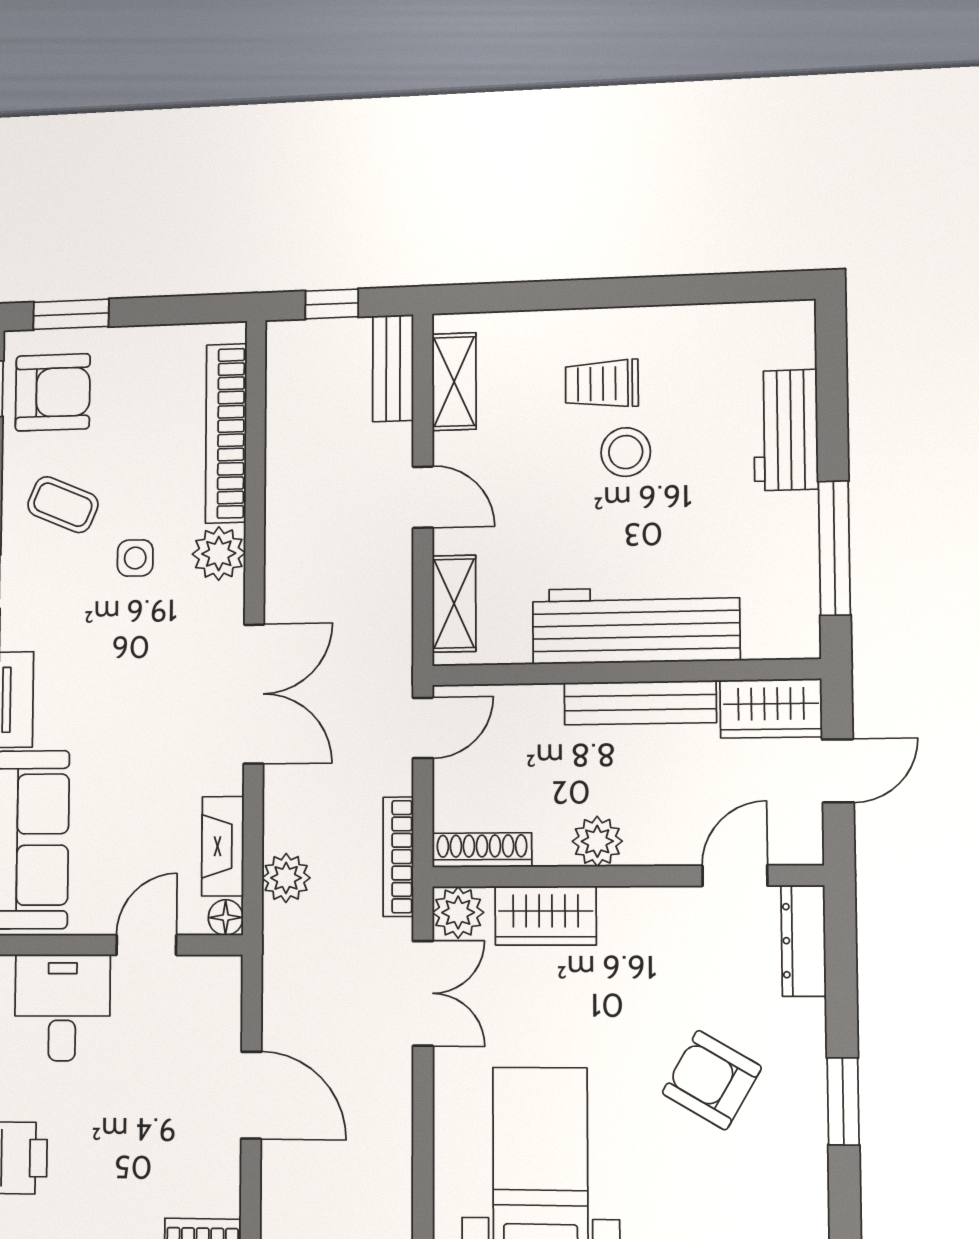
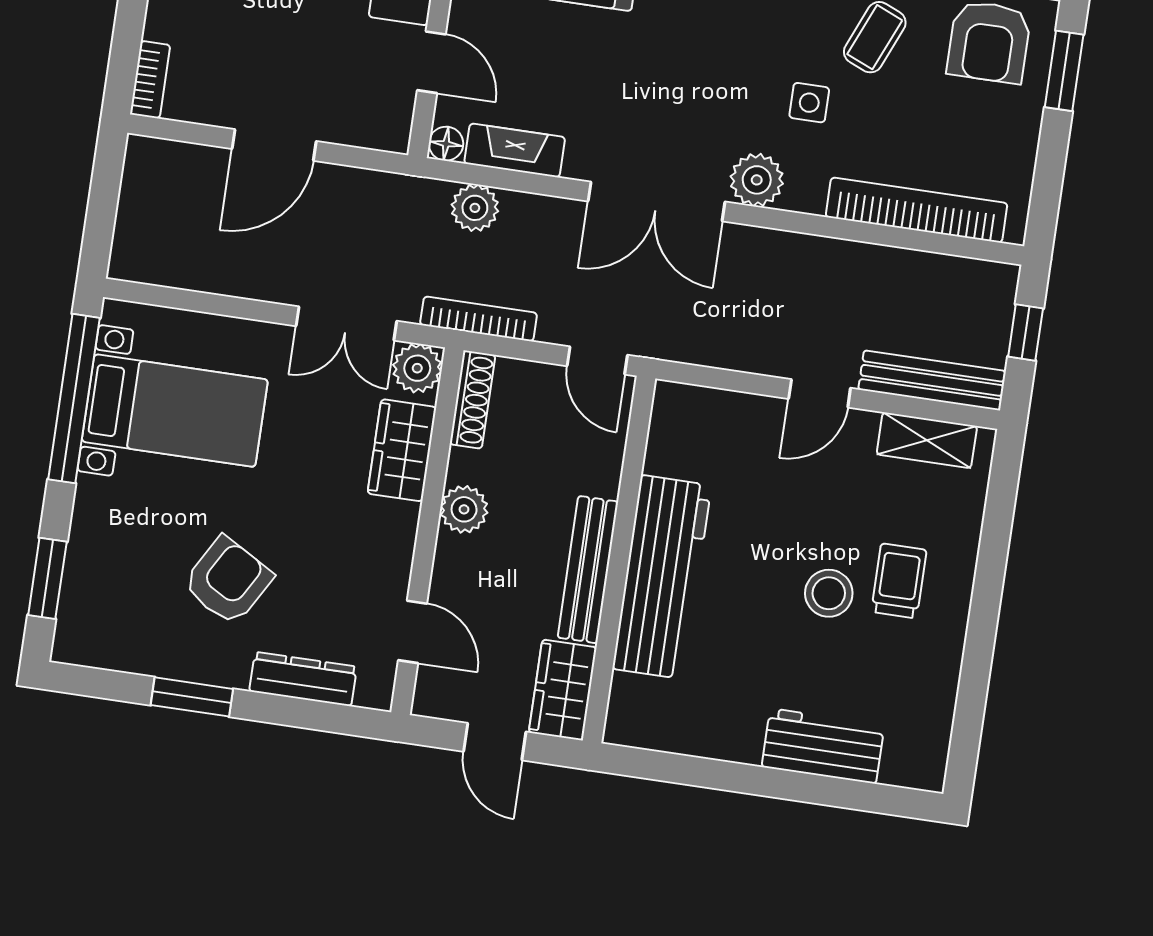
bench: (393, 368) -> (932, 380), width x1.36
window: (834, 548) -> (703, 772), removed
plant: (219, 554) -> (757, 180), moved
shelving: (454, 604) -> (712, 408), removed
dresser: (803, 941) -> (303, 679), moved

